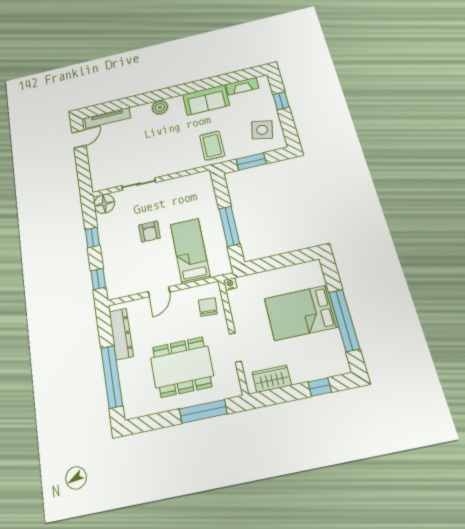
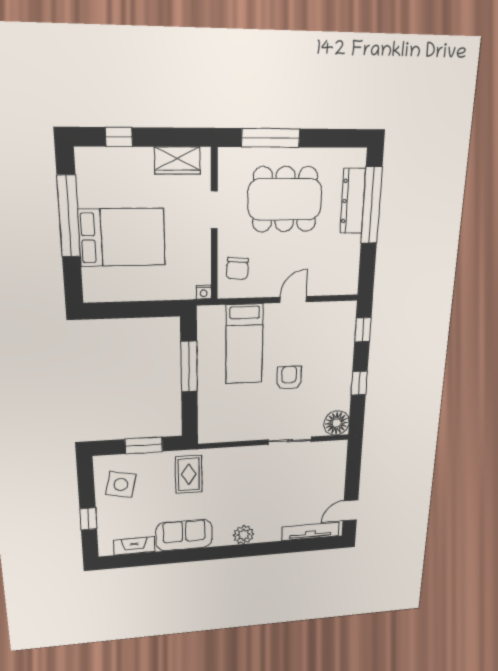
dresser: (121, 334) -> (353, 201), moved

